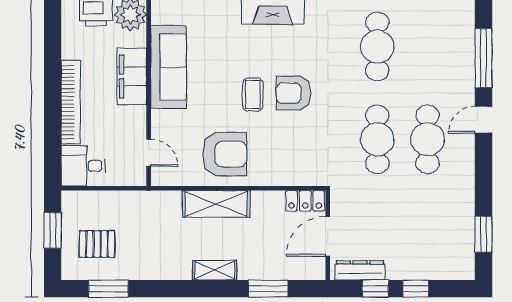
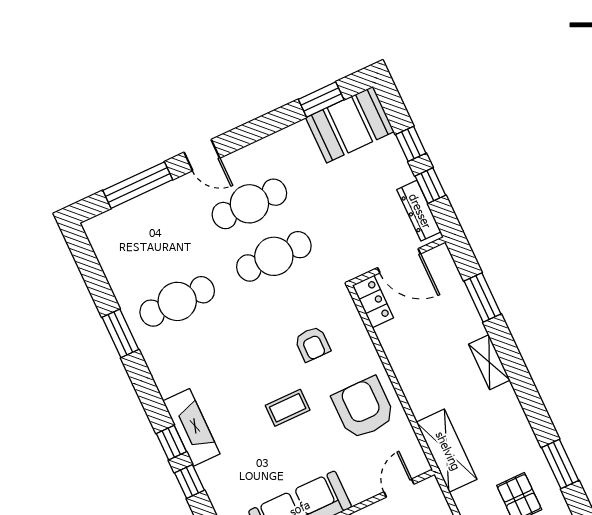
armchair: (293, 93) -> (312, 344), moved, width x0.72, depth x0.72
shelving: (216, 204) -> (447, 451), moved
booth: (453, 248) -> (350, 125), added

